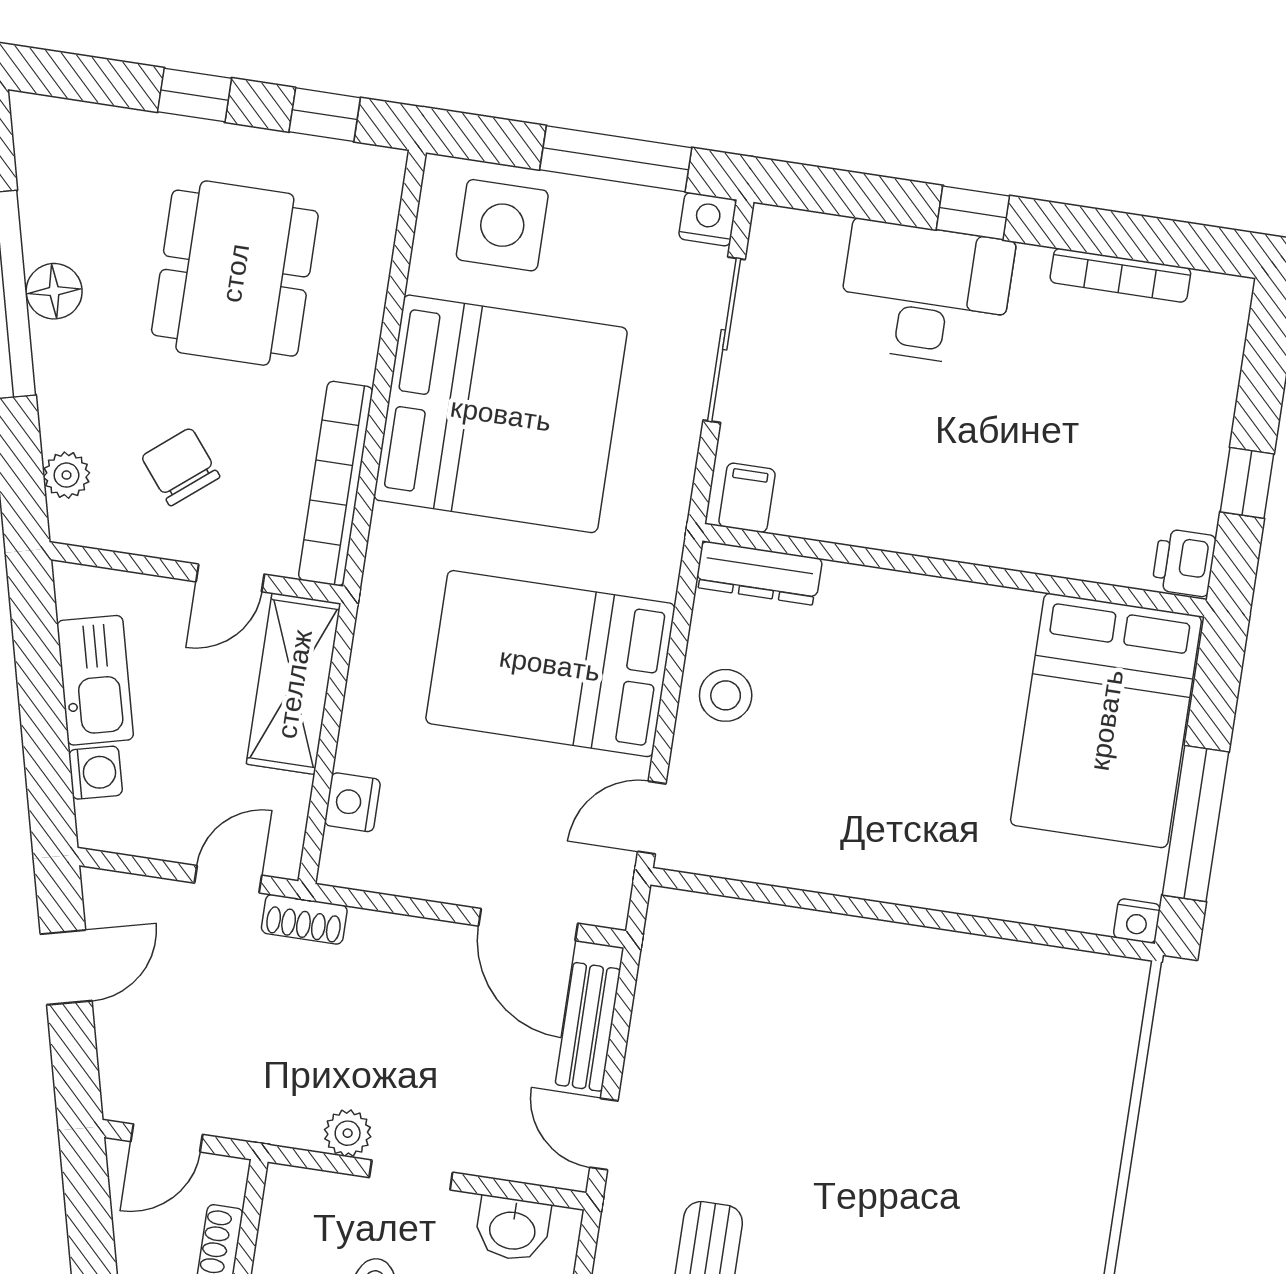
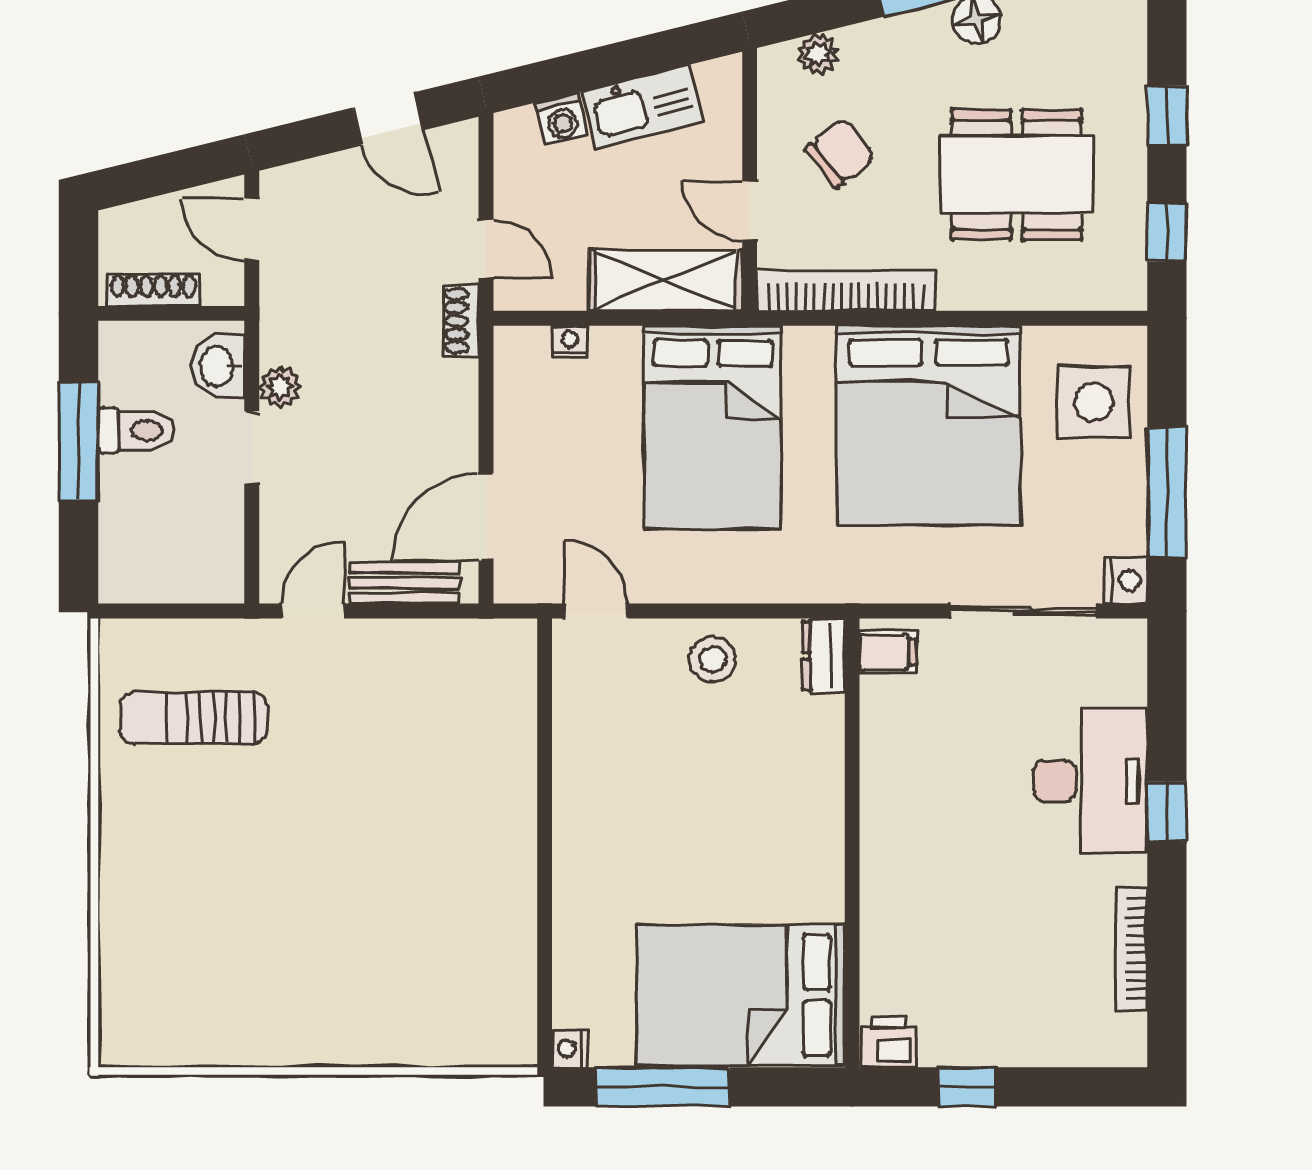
dresser: (759, 573) -> (824, 656), width x0.70
bed: (550, 664) -> (713, 427), moved, turned 180
nightstand: (352, 802) -> (570, 342), width x0.72, depth x0.74
washbasin: (512, 1229) -> (218, 366), moved

